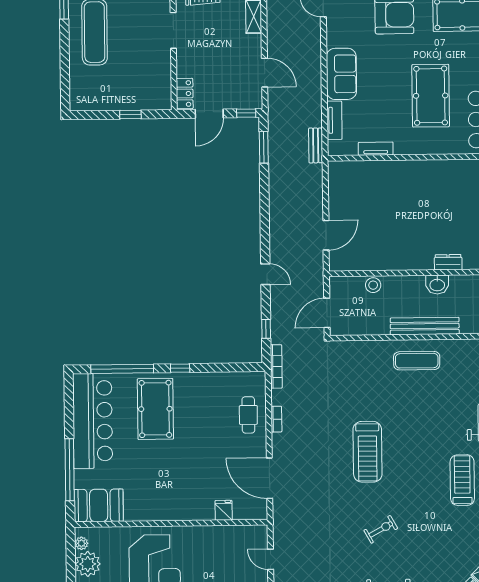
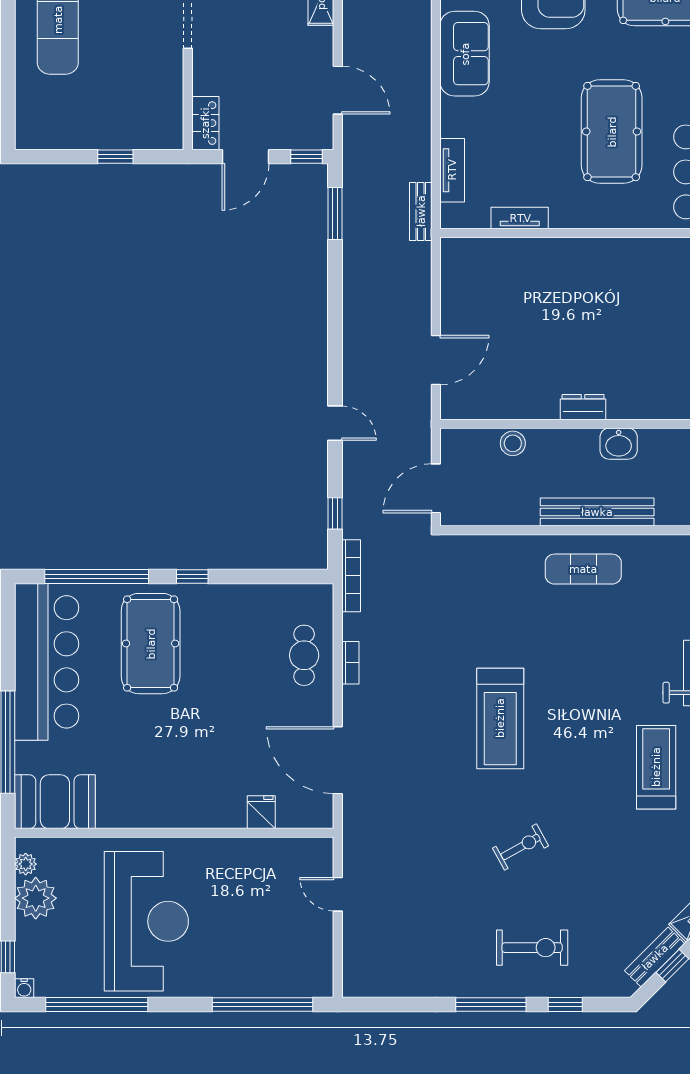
sofa: (341, 74) -> (465, 54), moved
dresser: (448, 262) -> (583, 407), moved

